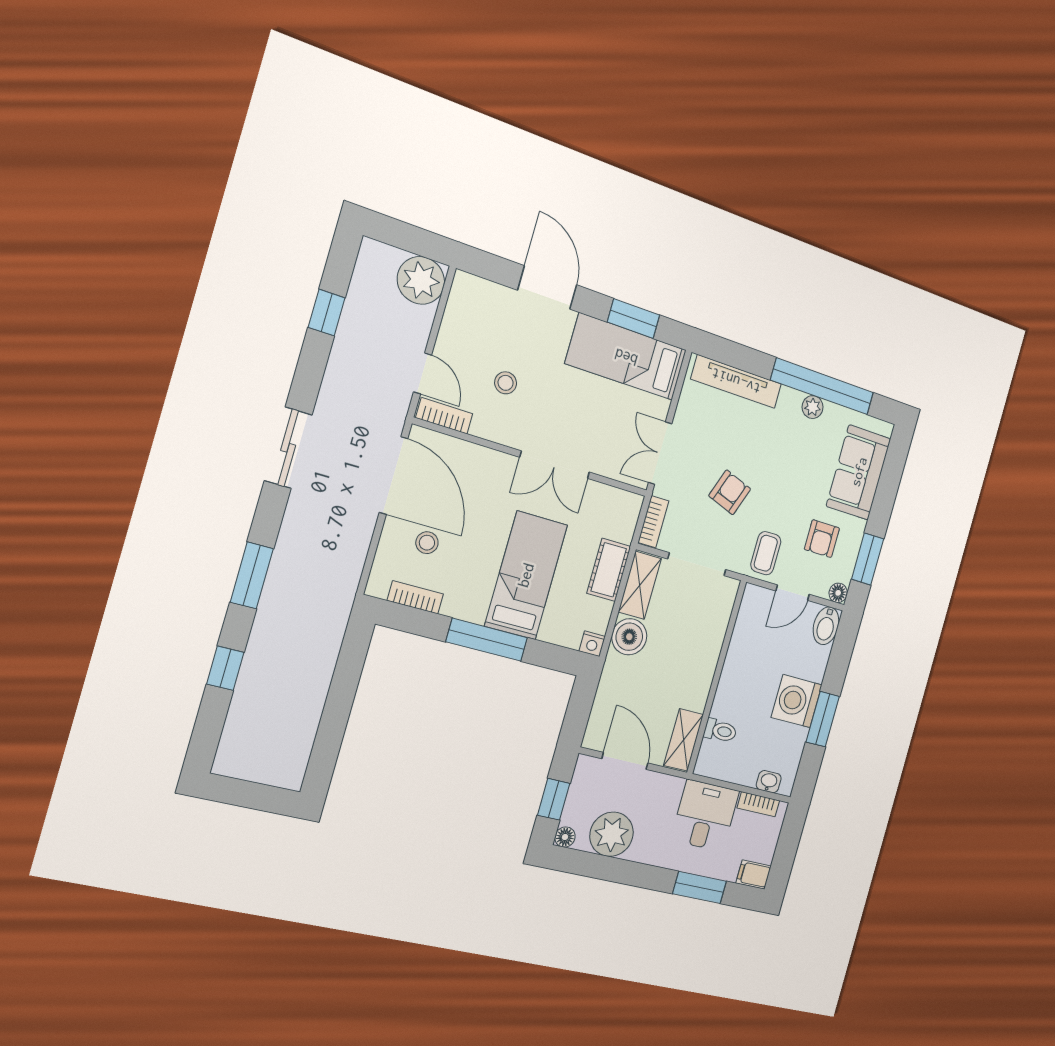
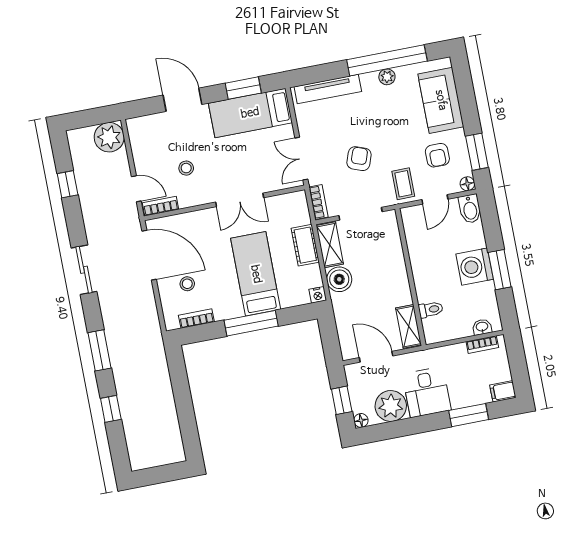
desk: (705, 816) -> (427, 392), moved, turned 180

